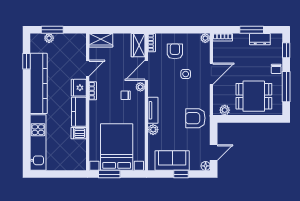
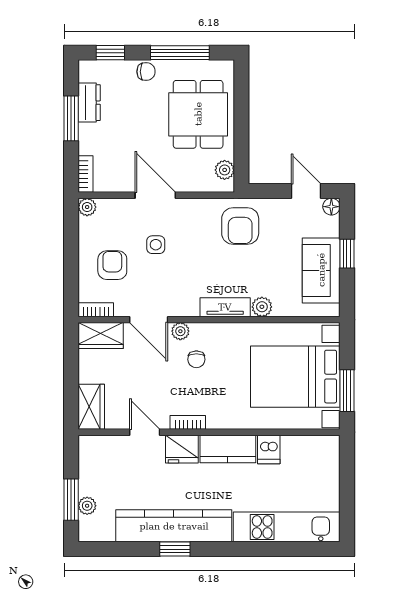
armchair: (175, 51) -> (112, 265), turned 90
window: (26, 61) -> (175, 549), moved

